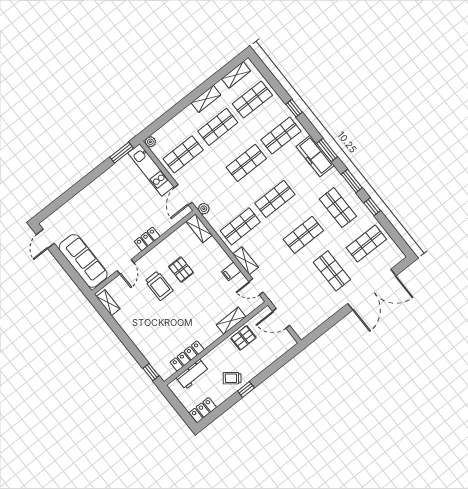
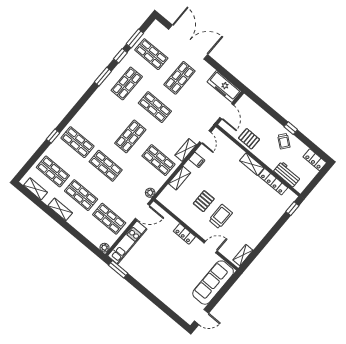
window: (327, 150) -> (135, 38), moved
freezer: (315, 156) -> (224, 86), moved, turned 90
shop shelf: (275, 199) -> (130, 136), turned 90
shelving: (199, 228) -> (180, 178), moved
shelving: (231, 321) -> (252, 164), moved

